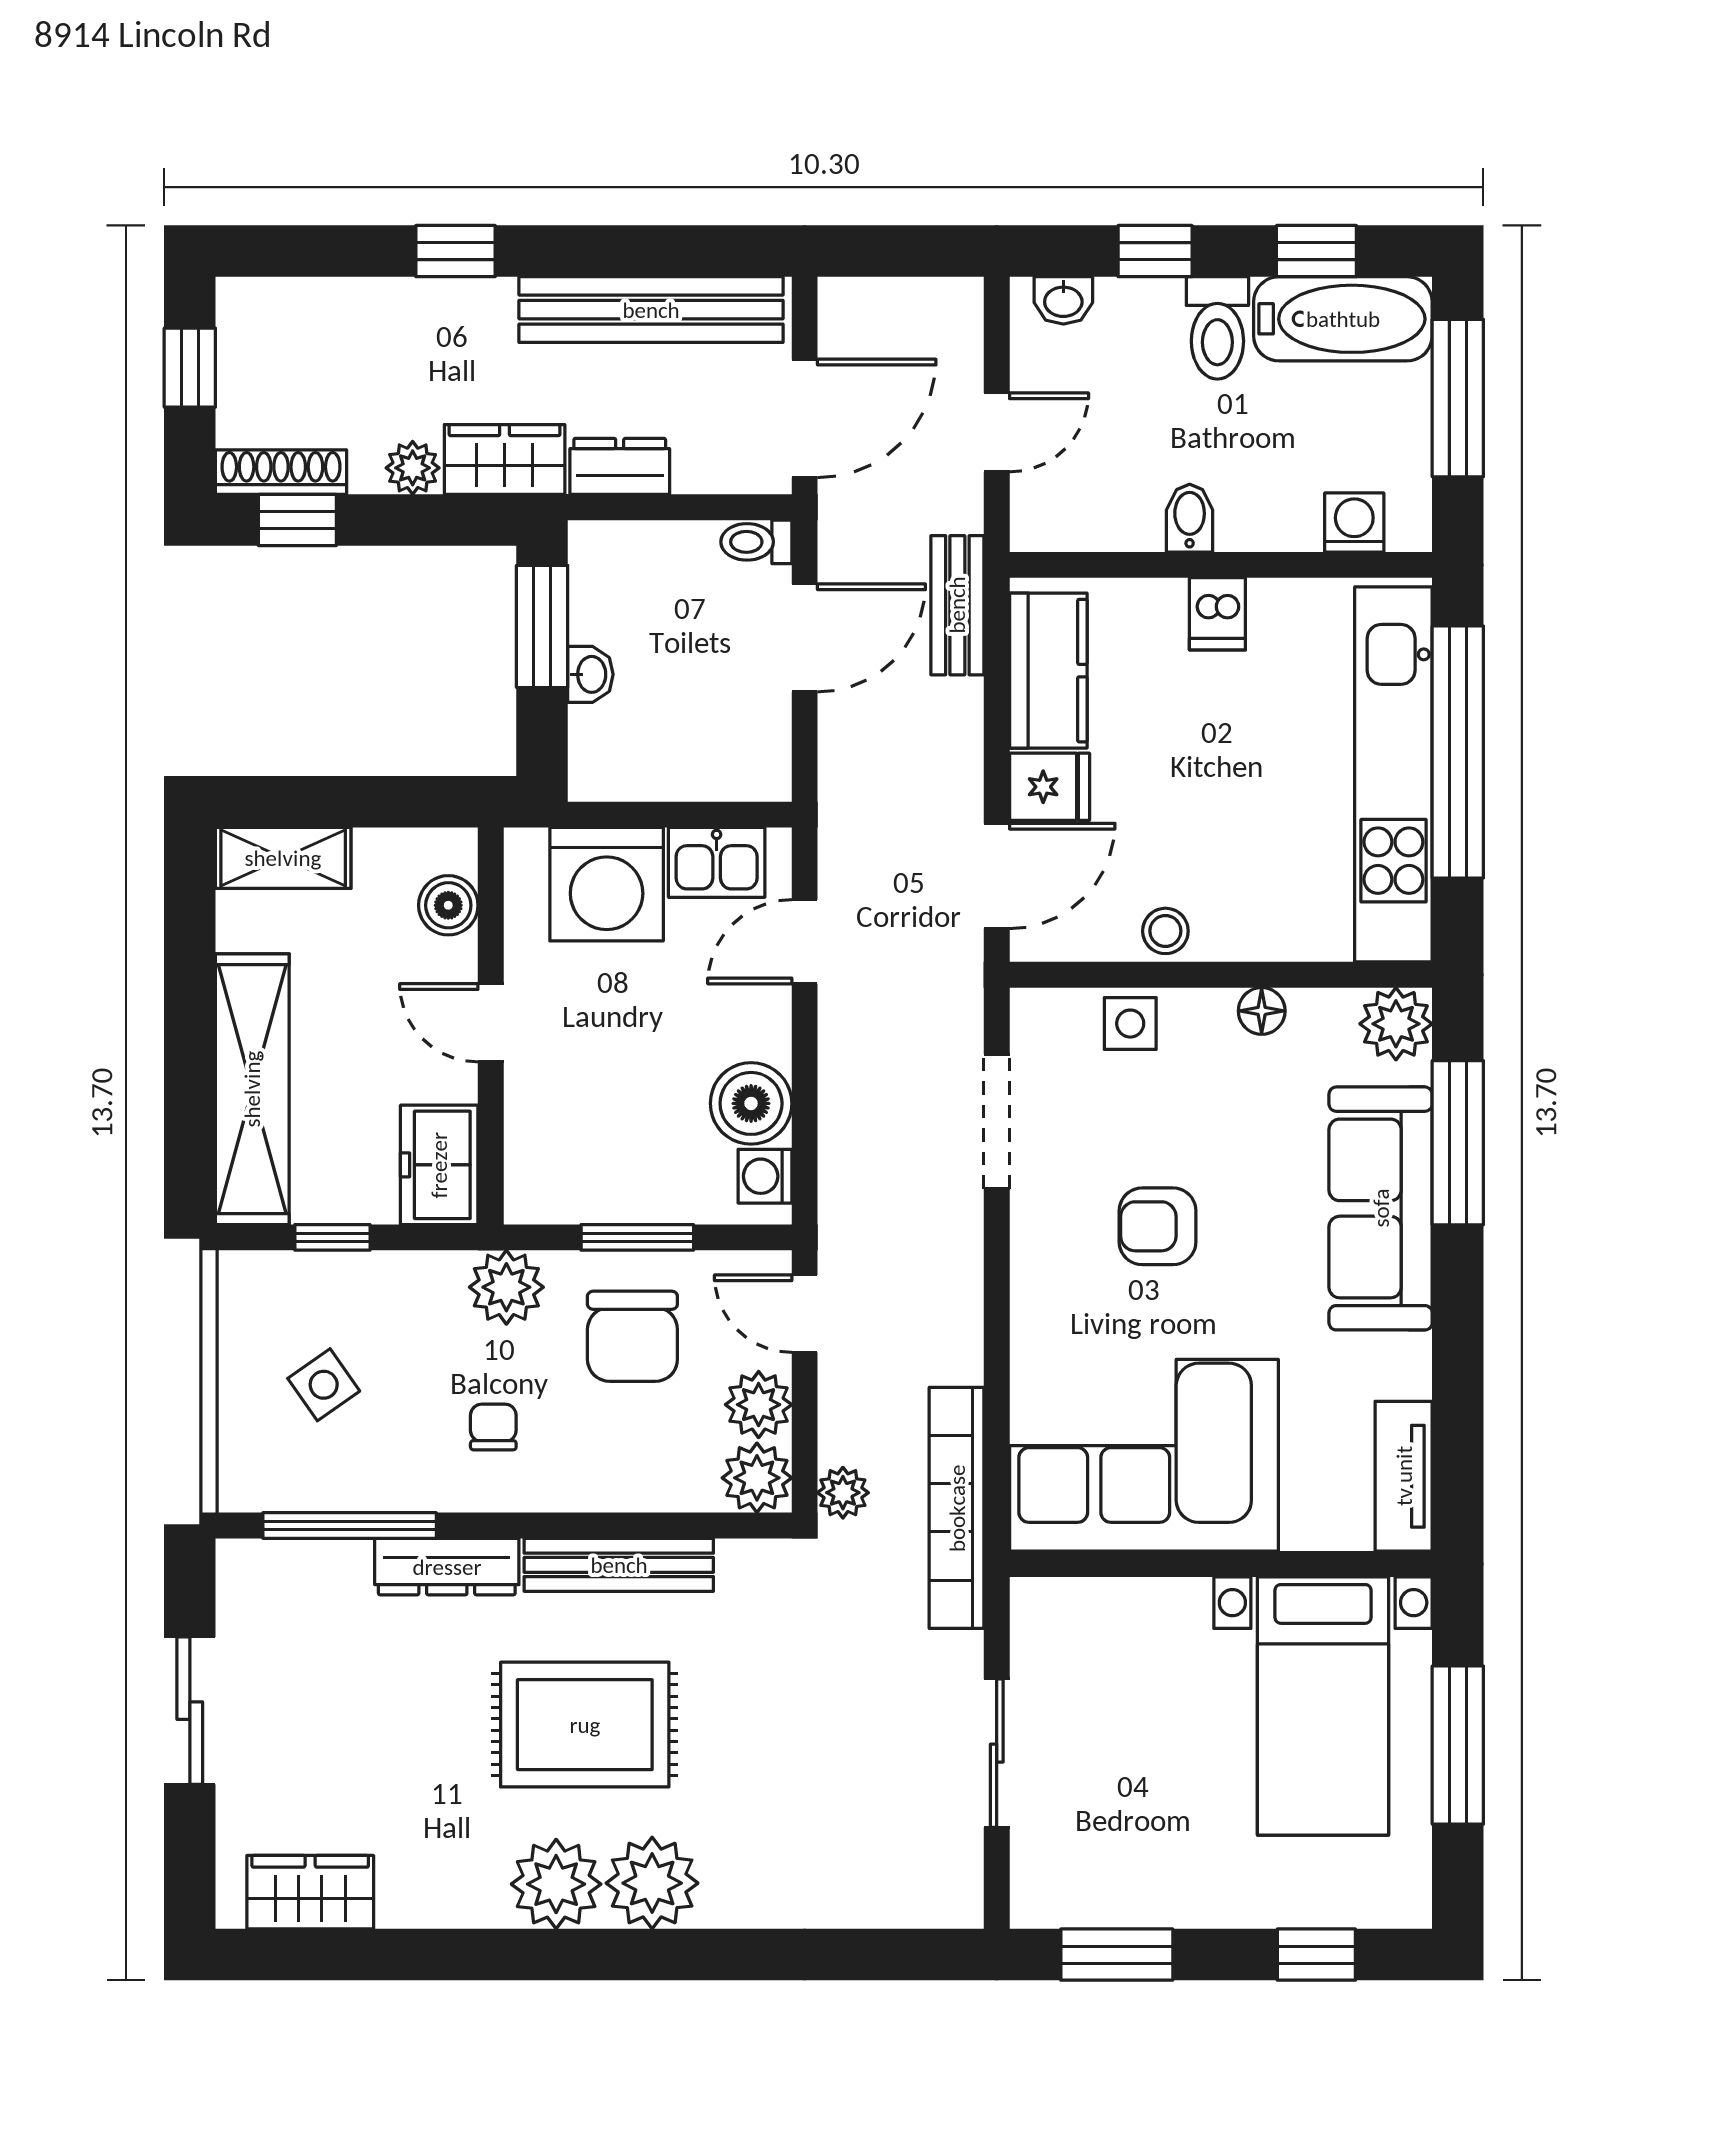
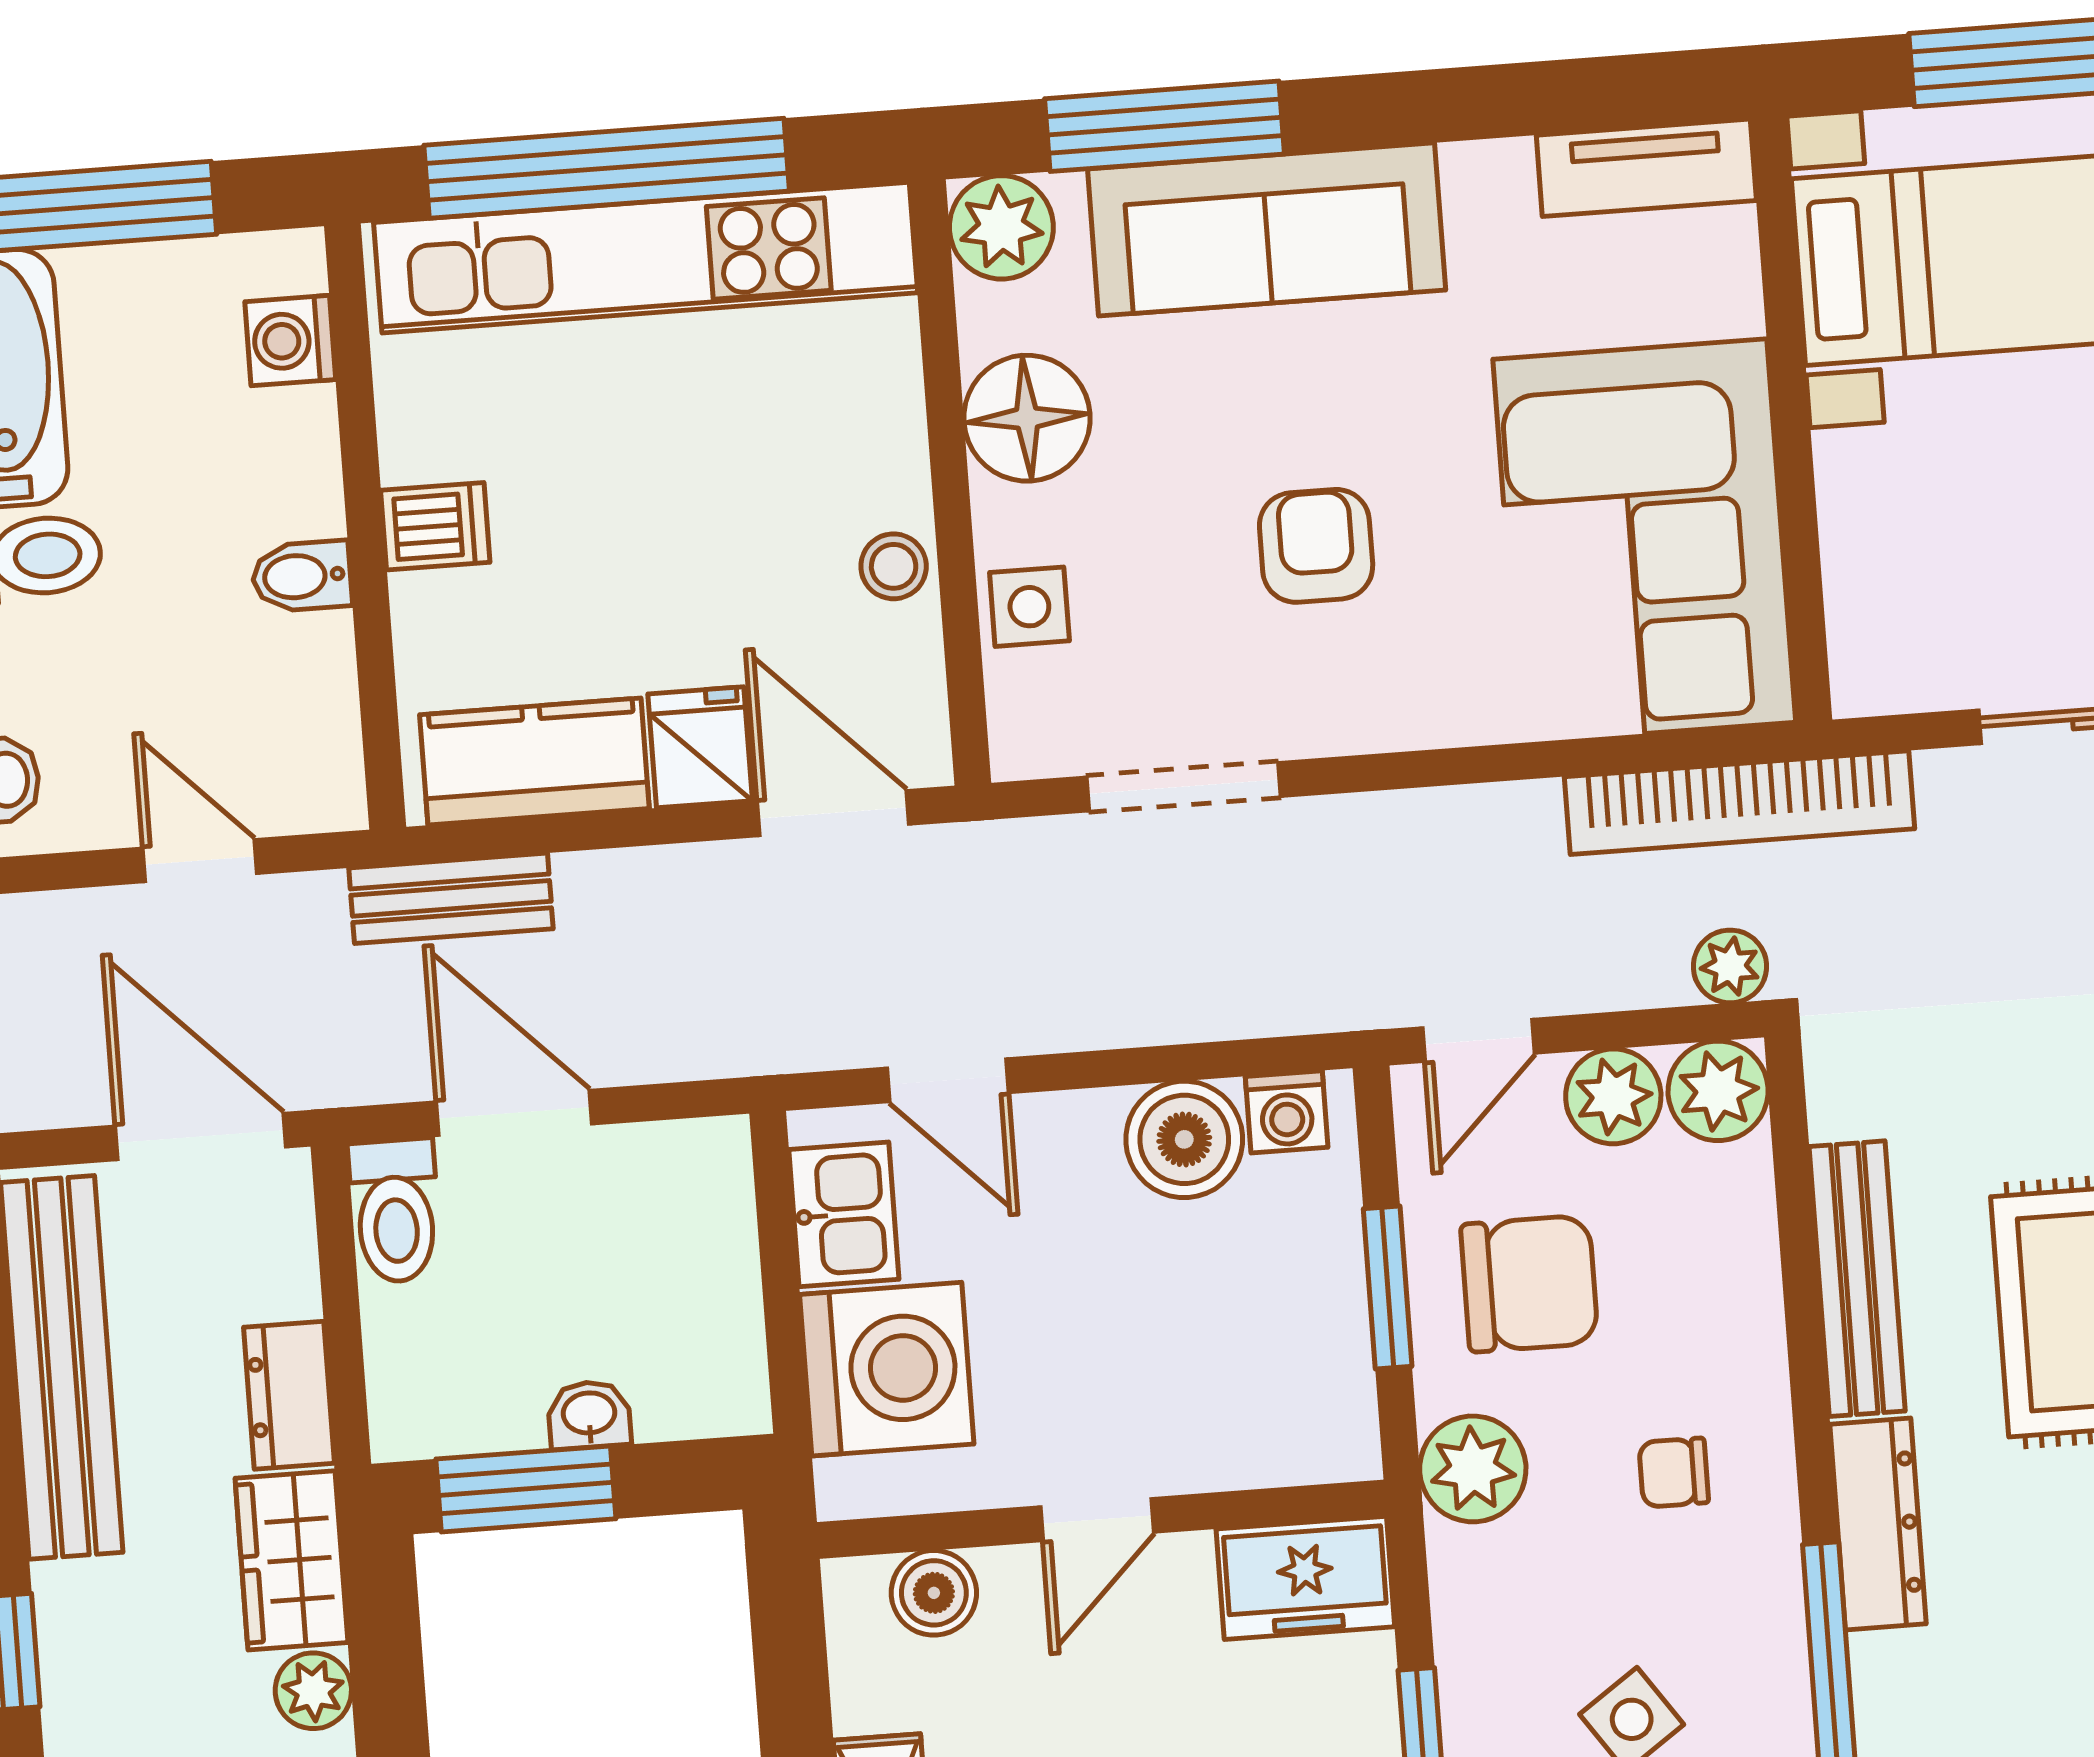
toilet: (756, 542) -> (395, 1211), width x1.37, depth x1.39
floor lamp: (1262, 1011) -> (1027, 418), width x1.89, depth x1.89
armchair: (1158, 1226) -> (1316, 546), turned 180

